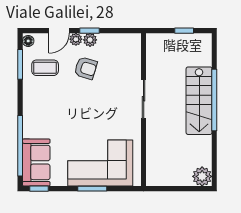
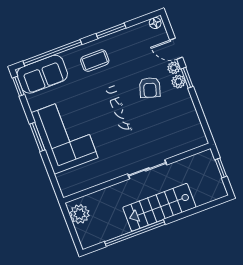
window: (20, 64) -> (111, 31), moved
coffee table: (45, 68) -> (95, 61), moved, turned 90
sliding door: (144, 99) -> (147, 169), moved
window: (214, 100) -> (135, 233), moved
wall: (144, 110) -> (137, 173), moved
plant: (202, 176) -> (80, 214), moved

